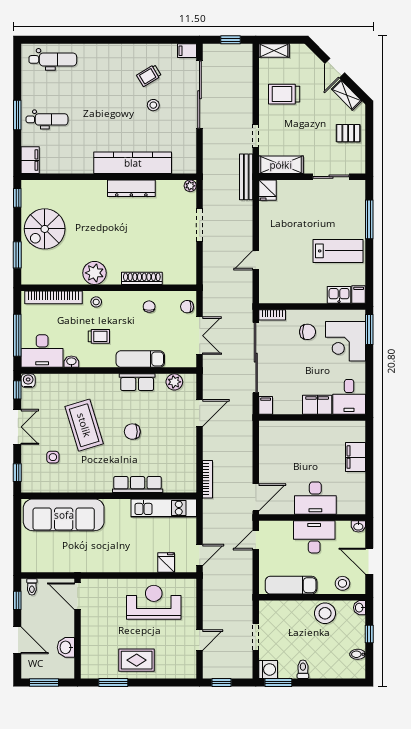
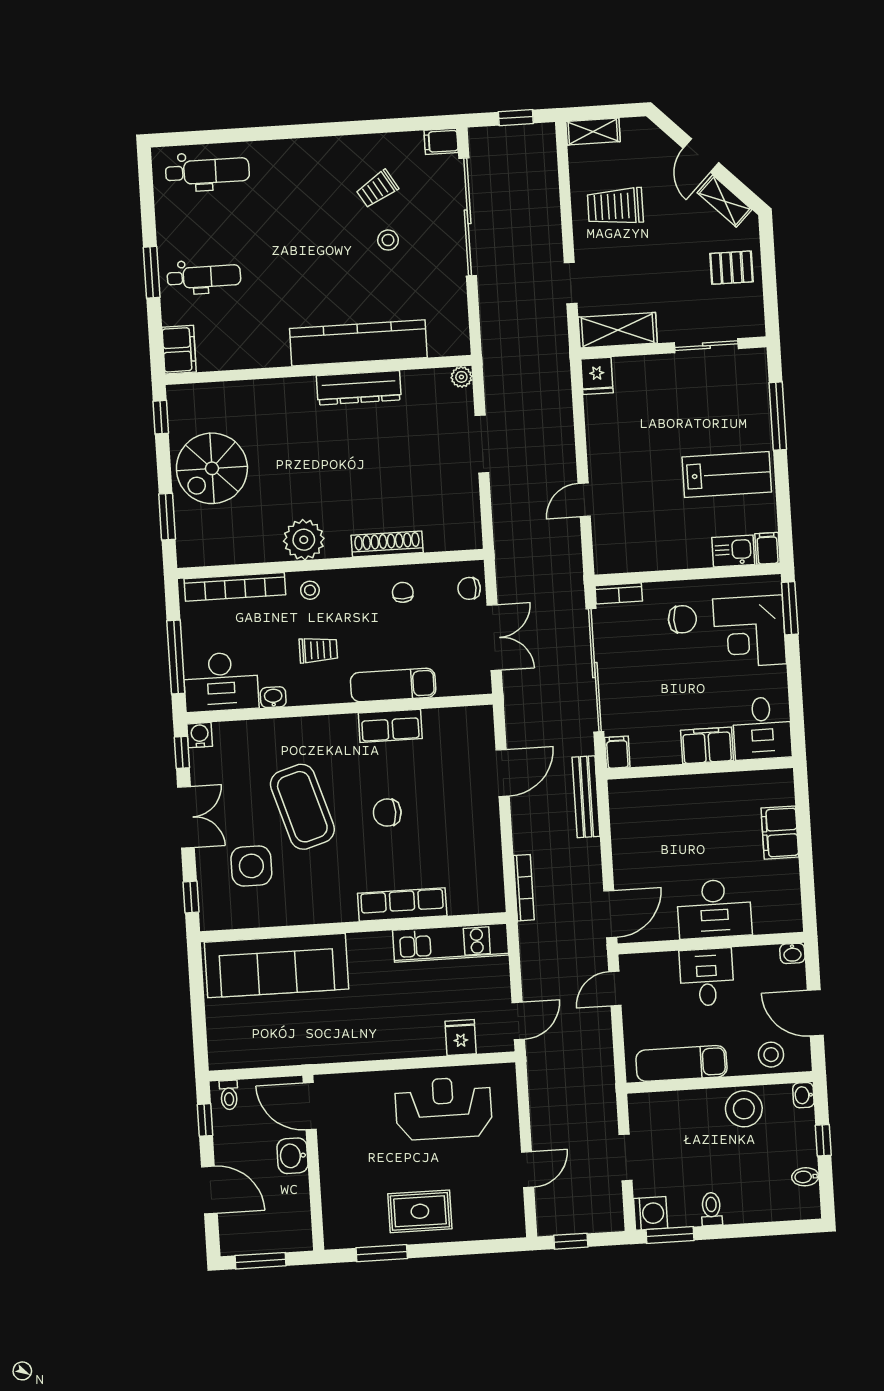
bench: (246, 177) -> (586, 797), moved
plant: (174, 382) -> (455, 721), removed
side table: (53, 457) -> (251, 866), width x1.87, depth x1.87
desk: (314, 537) -> (707, 977), width x0.73
washbasin: (66, 647) -> (292, 1156), moved

